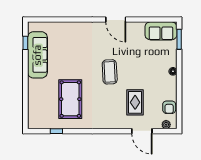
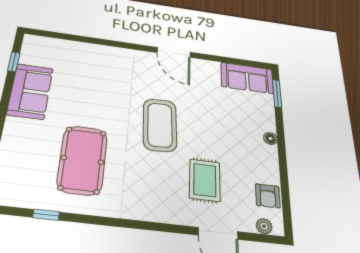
sofa: (37, 55) -> (30, 91), width x0.73
coffee table: (110, 72) -> (160, 125), width x1.36, depth x1.32

